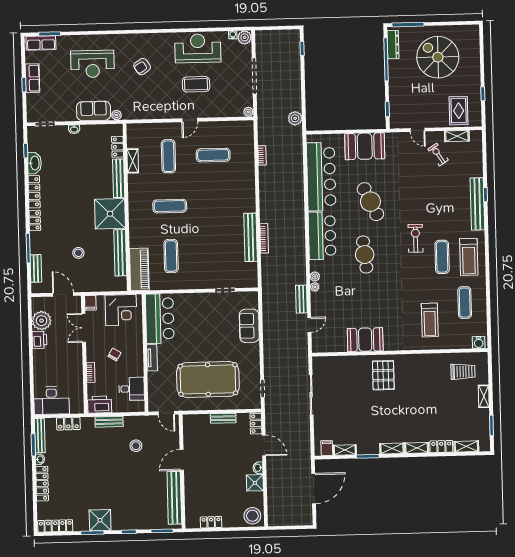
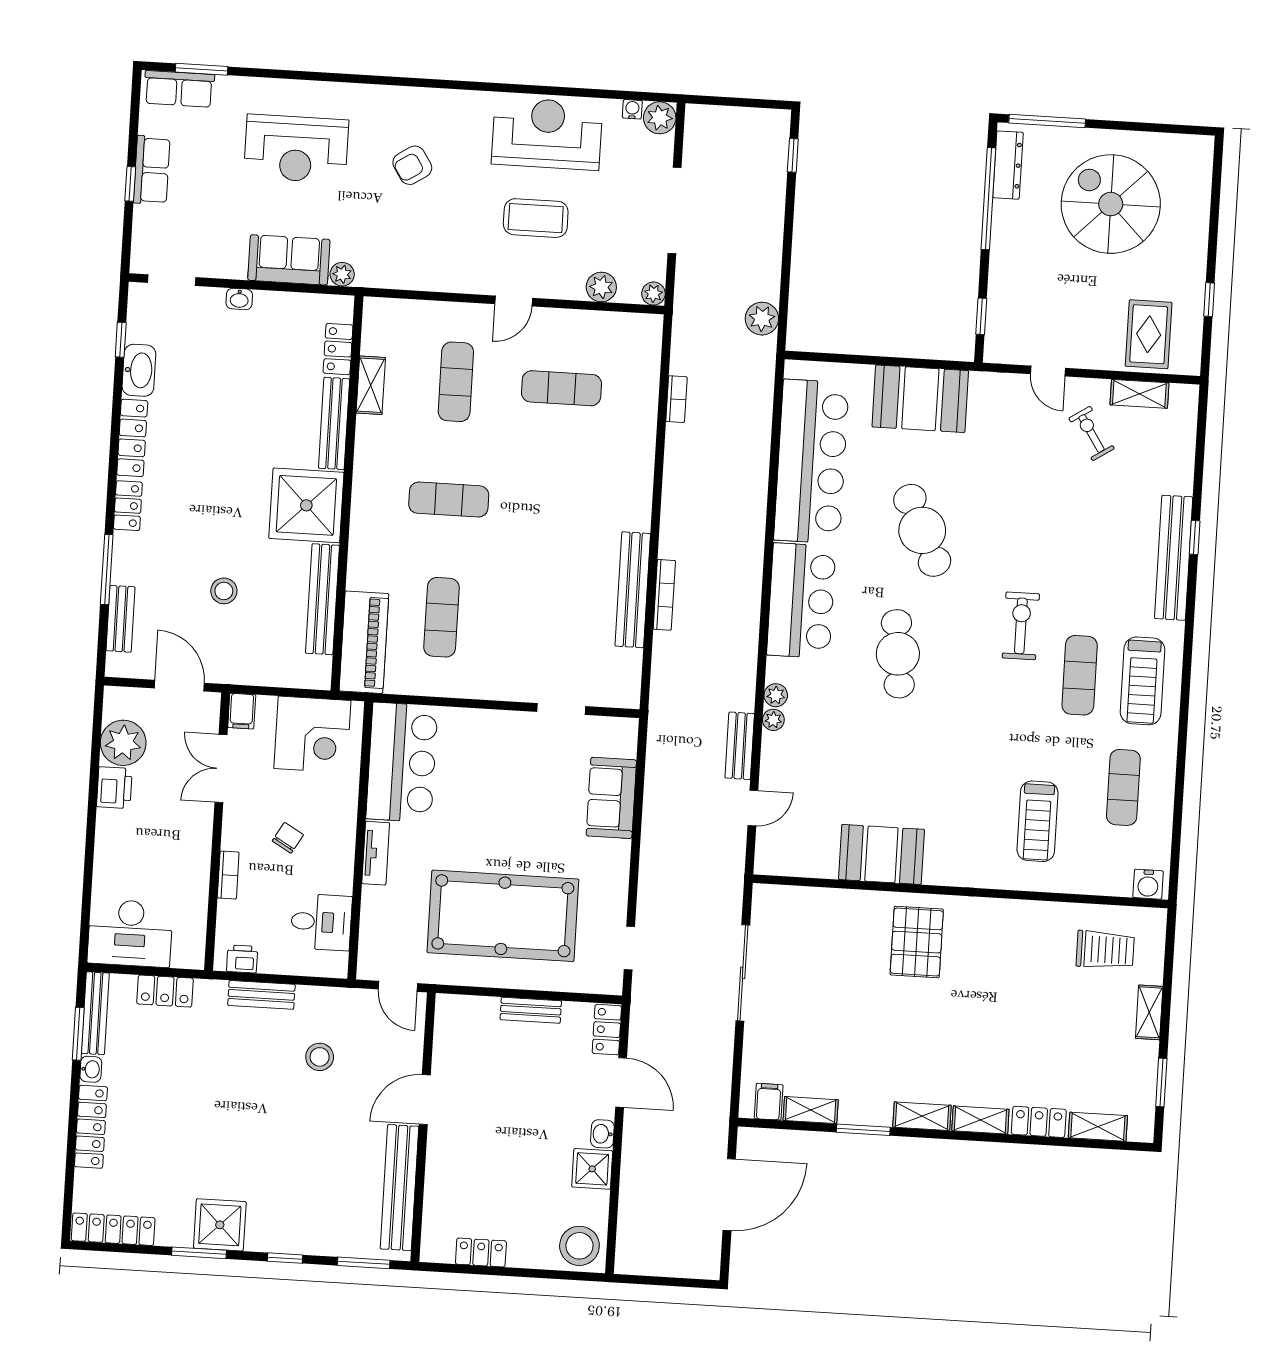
plant: (226, 111) -> (601, 287), added
printer: (100, 405) -> (242, 959), width x0.53, depth x0.68

